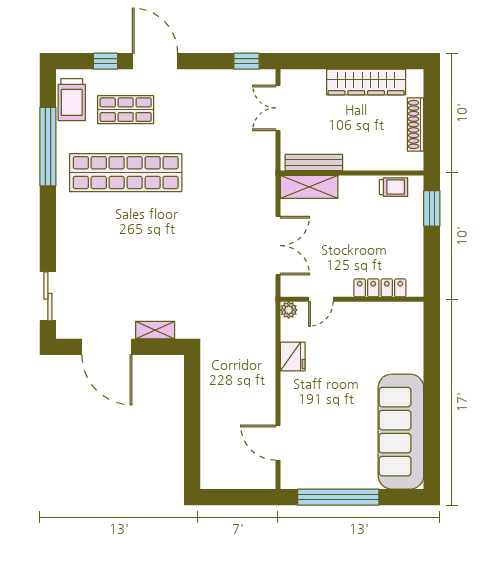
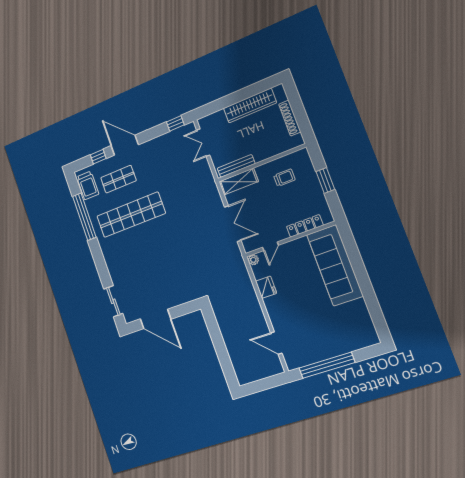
trolley: (394, 187) -> (284, 178), moved
window: (432, 208) -> (325, 180), moved
shelving: (155, 330) -> (179, 300), removed
sofa: (401, 432) -> (335, 265), moved

